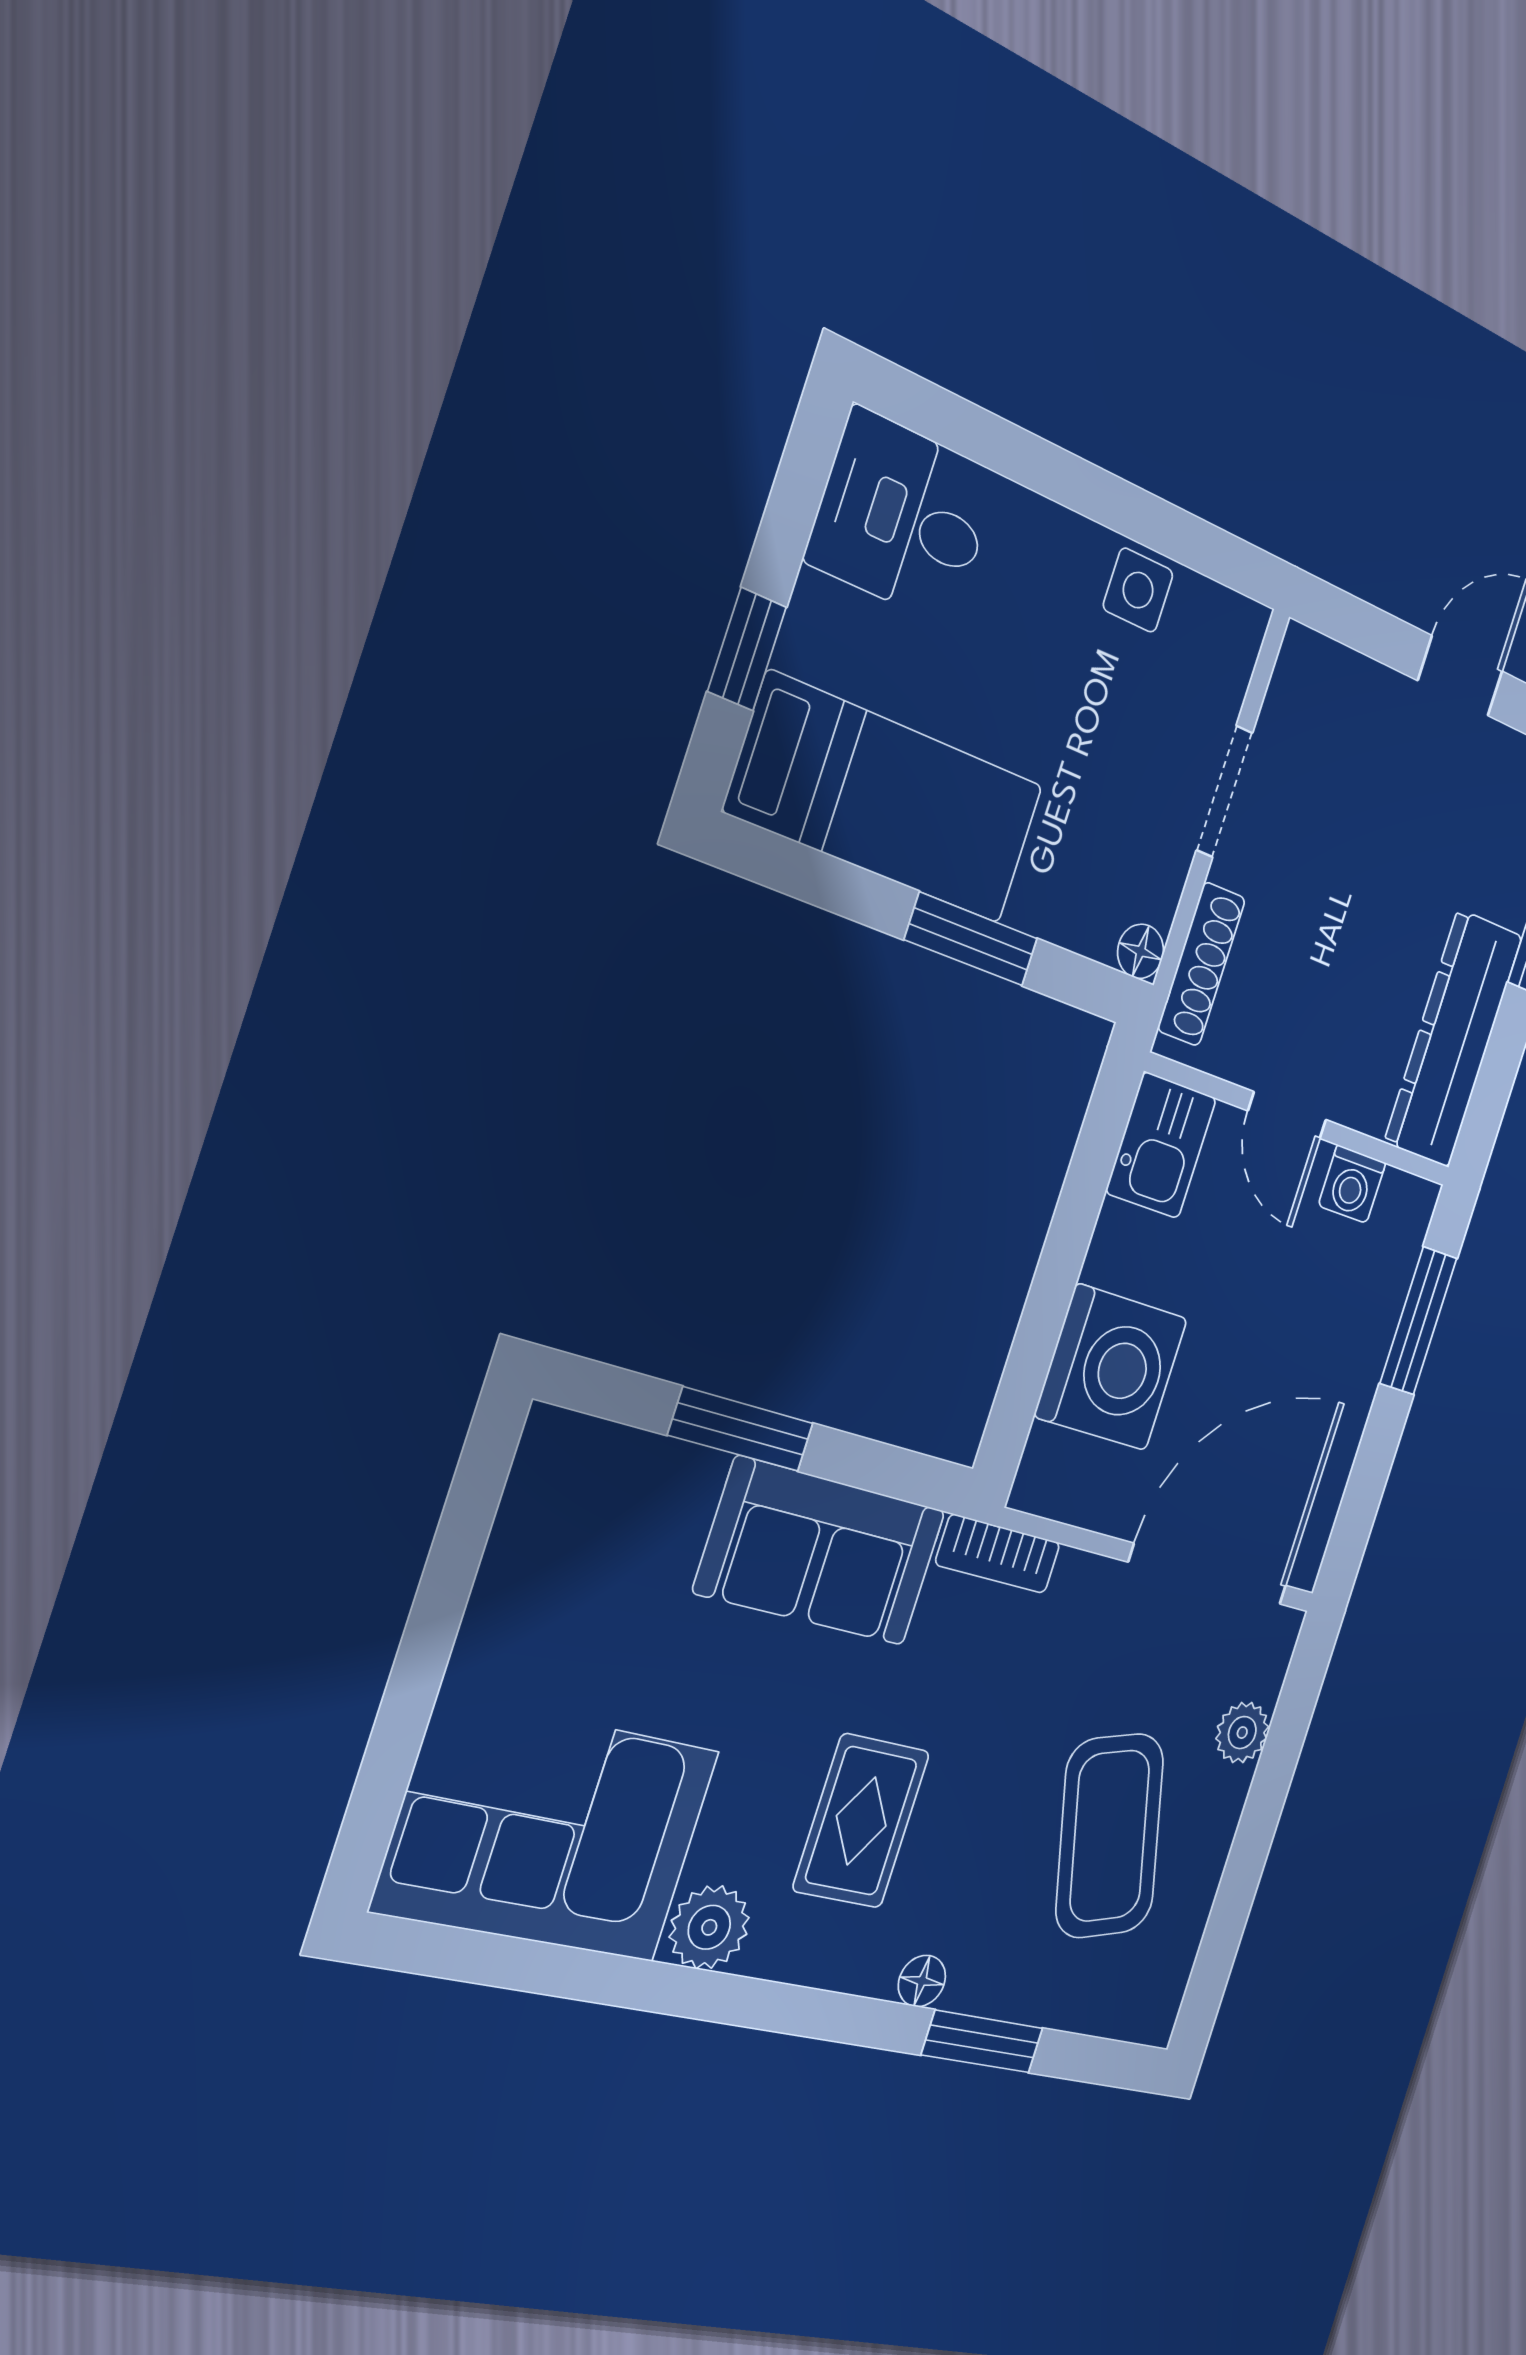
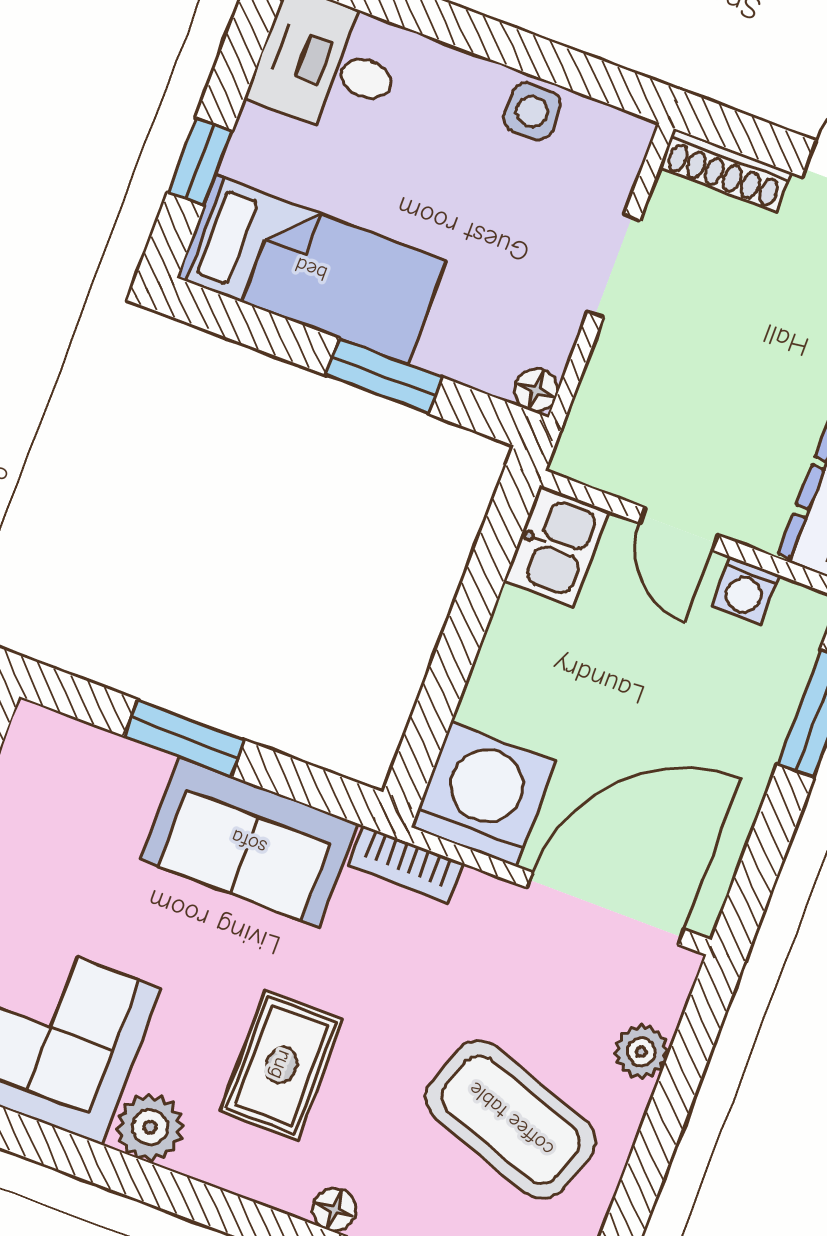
shoe rack: (1201, 964) -> (725, 170), moved, turned 90
washing machine: (1111, 1367) -> (484, 794), moved, turned -90
coffee table: (1110, 1836) -> (511, 1119), turned -55

